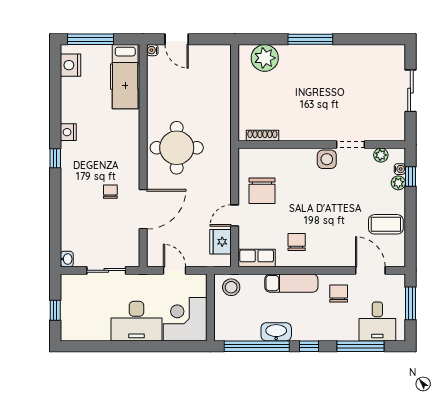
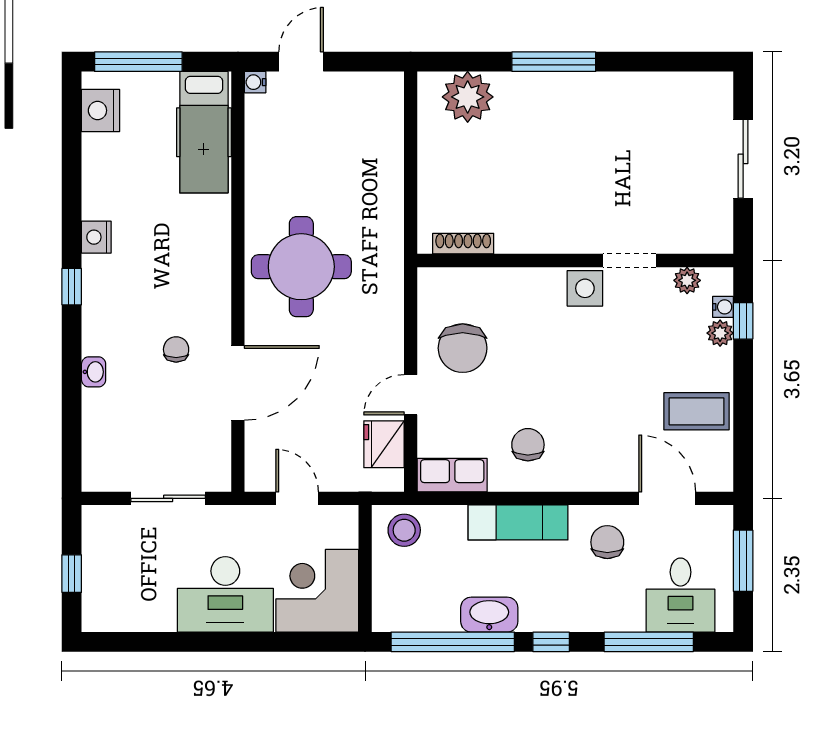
door: (177, 39) -> (301, 62), swing flipped
washbasin: (67, 259) -> (94, 372), moved

